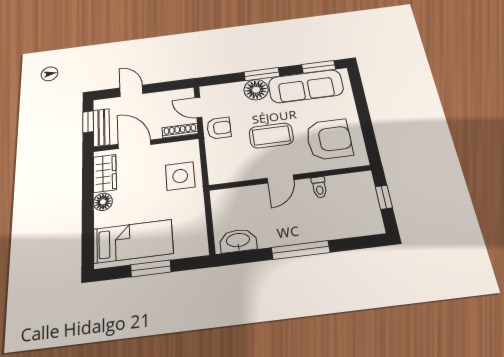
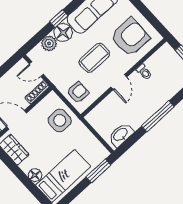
window: (262, 74) -> (59, 19), width x0.67
plant: (232, 91) -> (49, 43), added
armchair: (219, 128) -> (78, 92), moved
floor lamp: (103, 202) -> (35, 175), moved
window: (151, 268) -> (98, 171), moved

